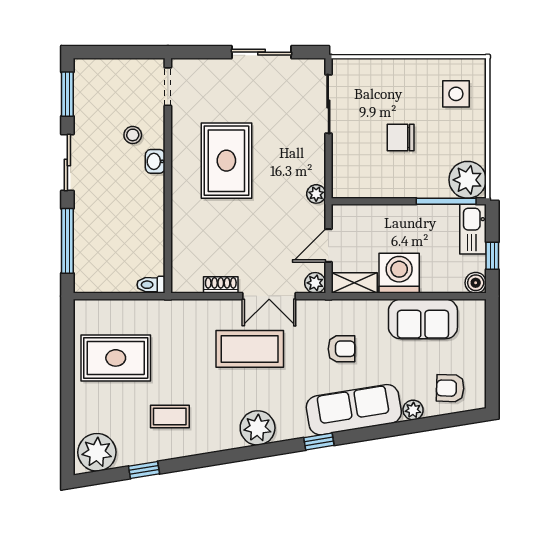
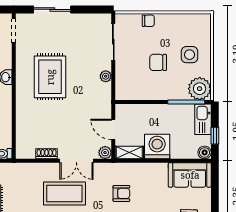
sliding door: (261, 52) -> (52, 9), moved
chair: (385, 70) -> (148, 21), added
side table: (456, 94) -> (189, 55), moved
plant: (316, 194) -> (106, 76), moved
door: (328, 245) -> (113, 129), hinge flipped
sofa: (423, 319) -> (190, 175), moved

